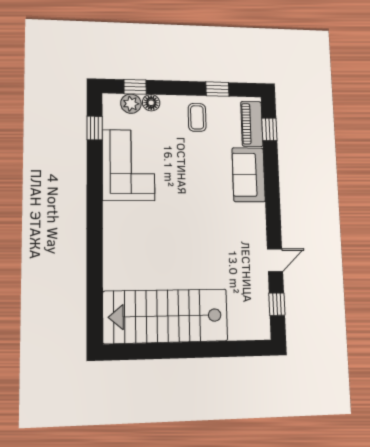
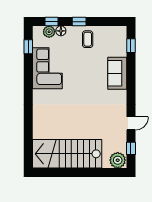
window: (217, 89) -> (79, 22), moved
piano: (252, 124) -> (120, 42), removed
plant: (255, 326) -> (118, 160), added

